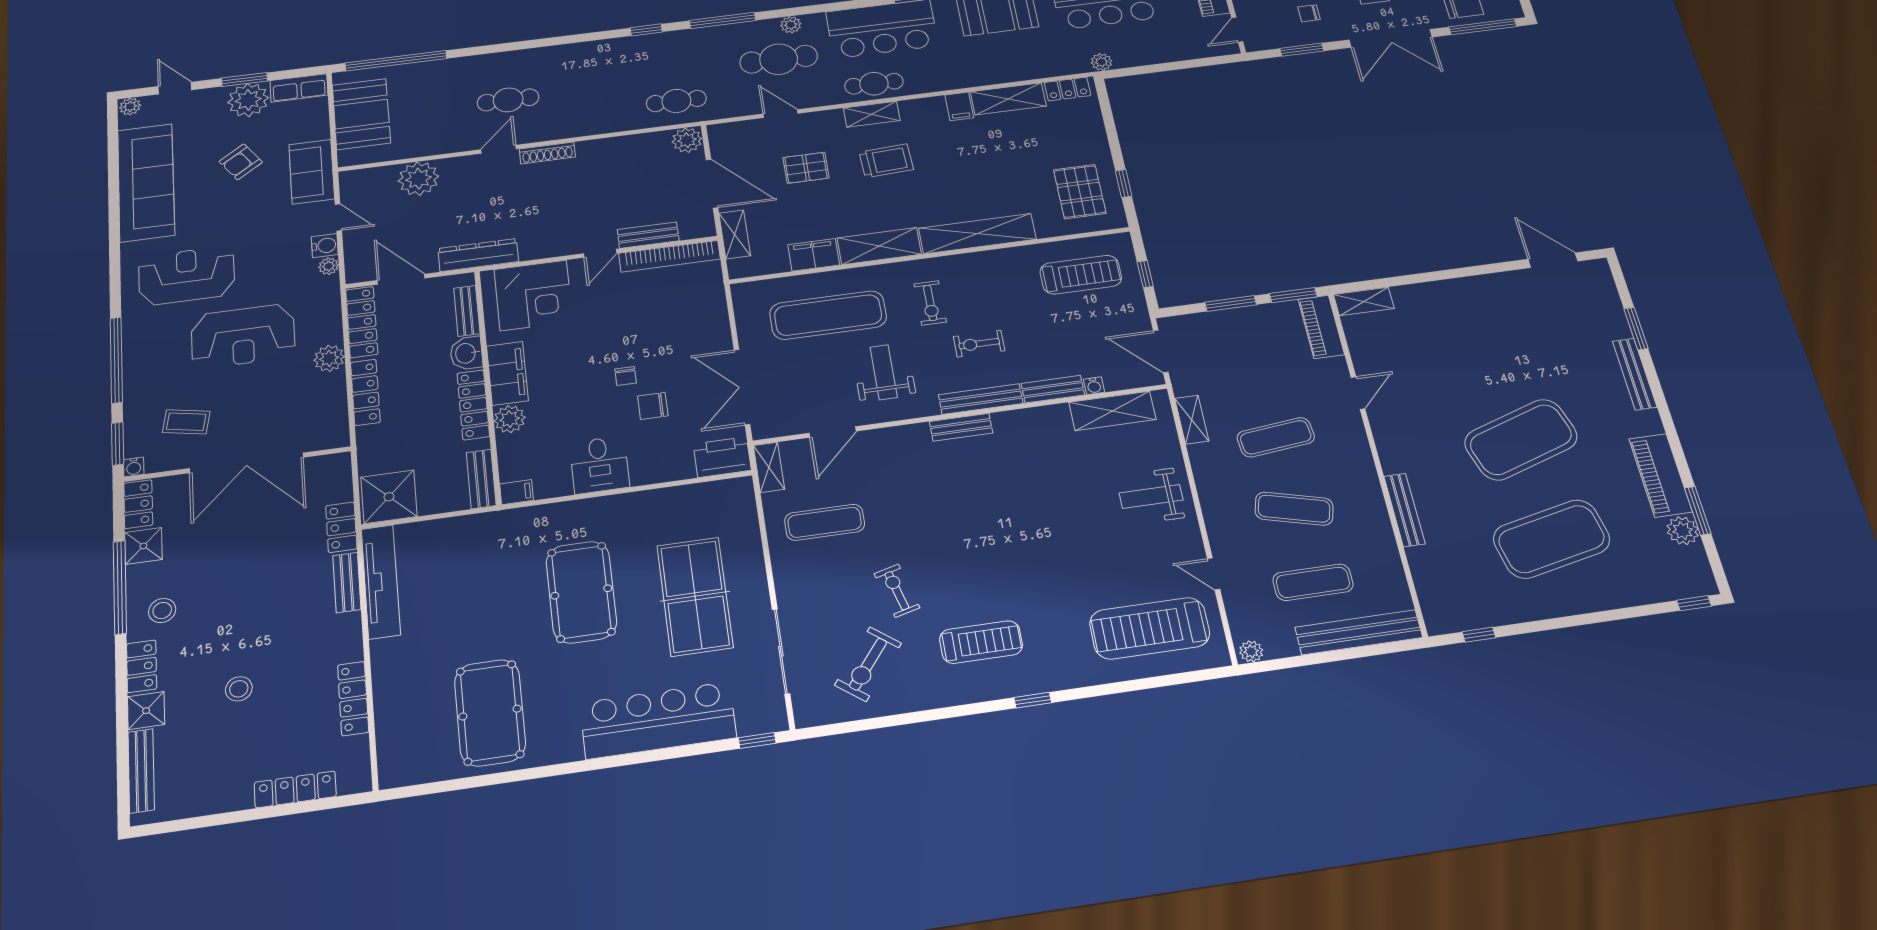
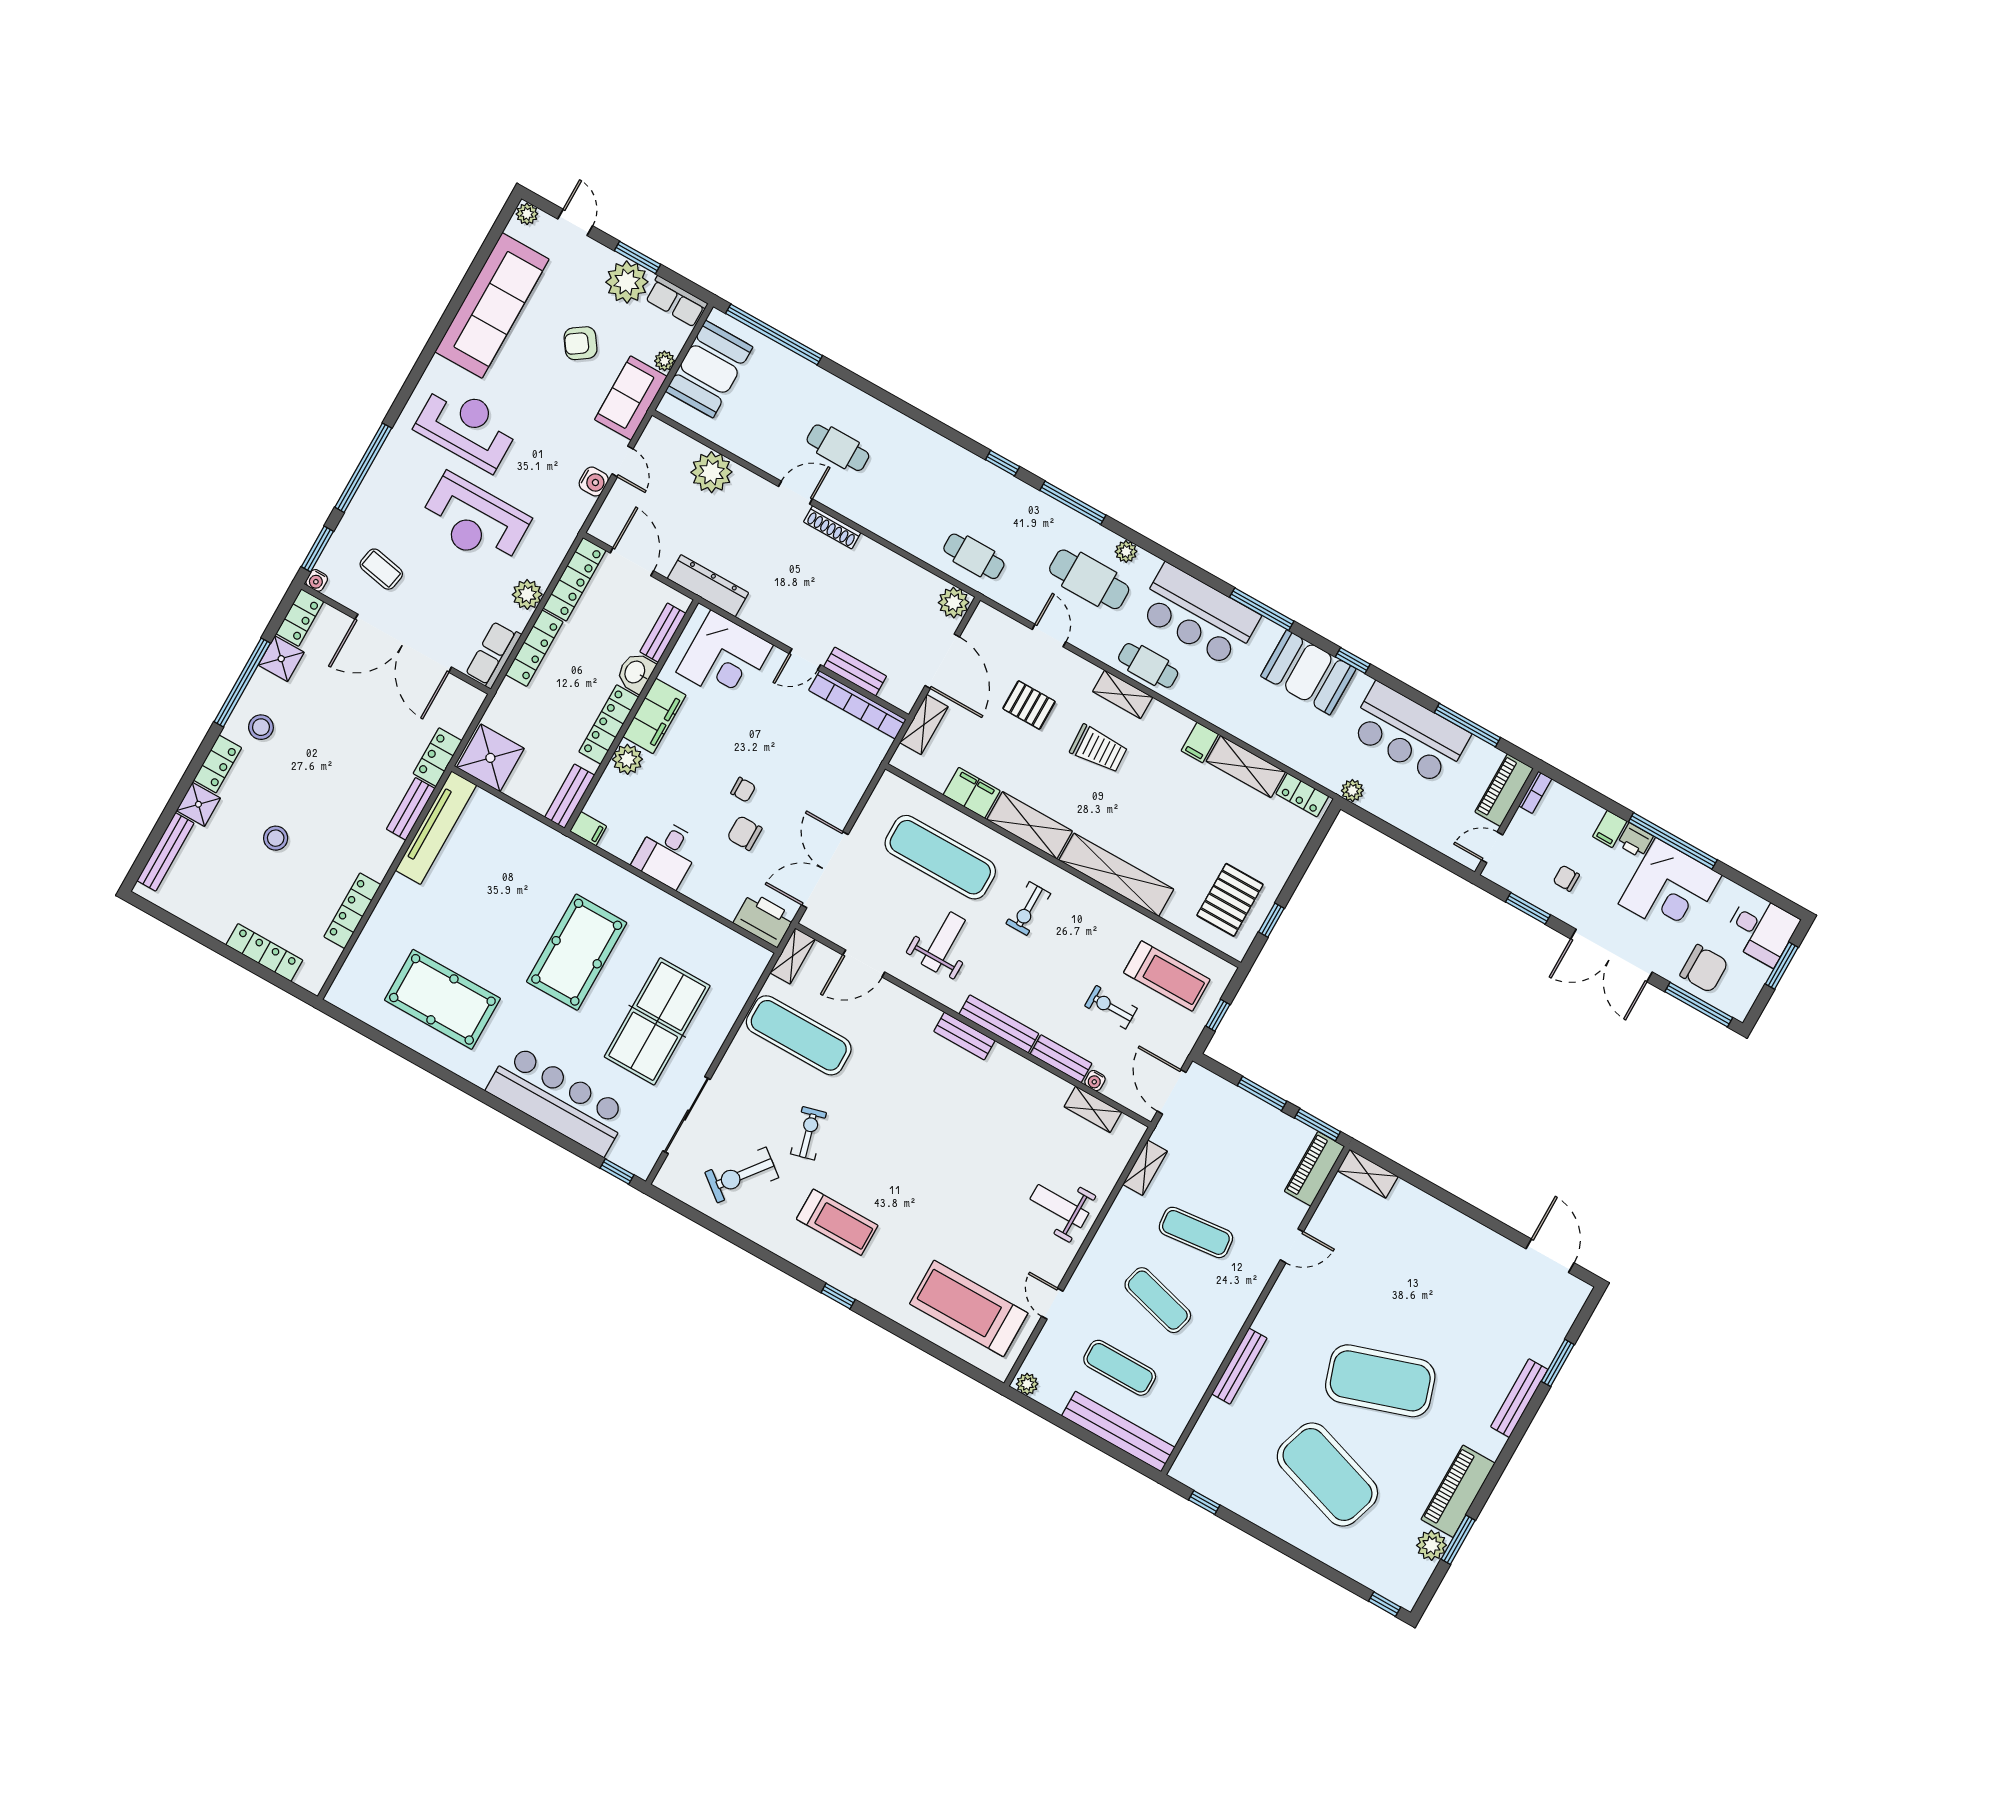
plant: (329, 266) -> (665, 361), moved
exercise bike: (979, 344) -> (1111, 1007), moved
chair: (626, 376) -> (743, 790), turned -90
shelving: (1112, 411) -> (1093, 1109), width x0.67, depth x0.75
row of seats: (333, 420) -> (493, 655), added
exercise mat: (825, 522) -> (799, 1035), width x1.36, depth x1.45
exercise mat: (1552, 539) -> (1327, 1475), turned 30
pool table: (490, 713) -> (442, 999), turned 90

